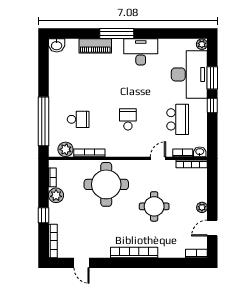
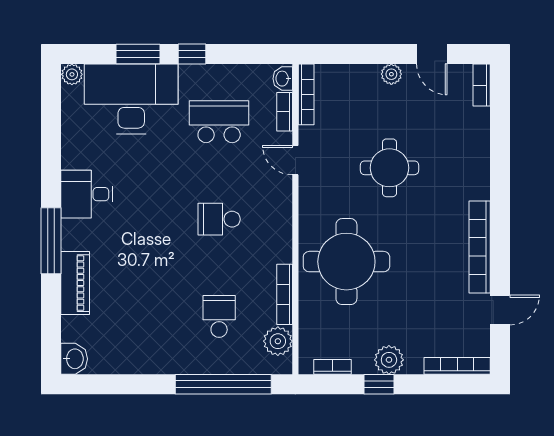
desk: (141, 52) -> (87, 194), width x0.73
plant: (56, 195) -> (389, 360), moved
window: (44, 215) -> (379, 384), moved
bookcase: (134, 252) -> (480, 247), moved

